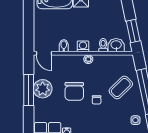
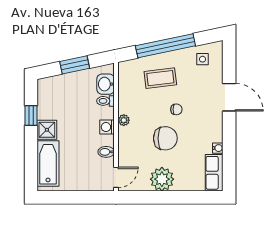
window: (133, 31) -> (75, 65), moved
coffee table: (121, 87) -> (160, 78), turned -53
window: (29, 90) -> (164, 197), removed

